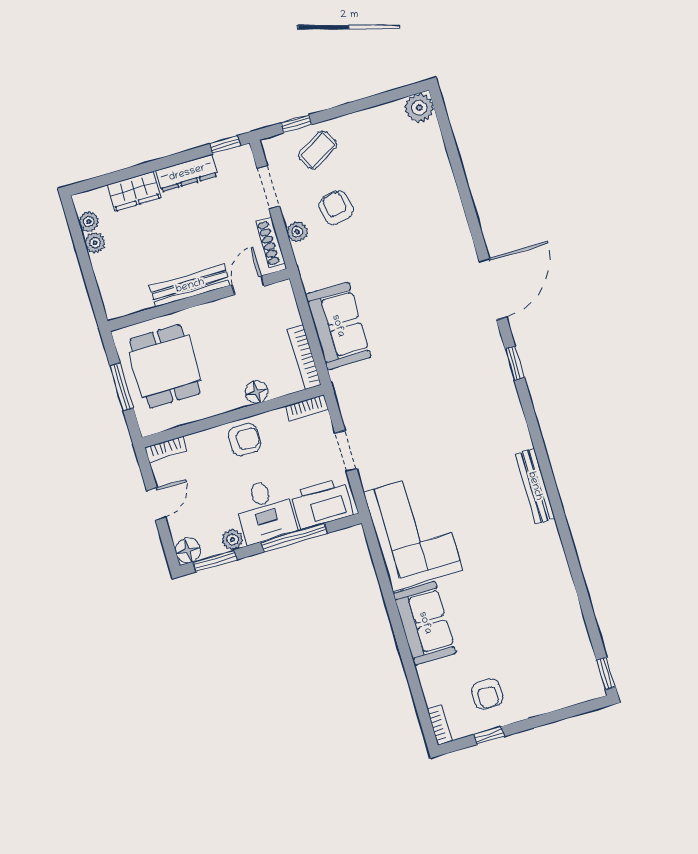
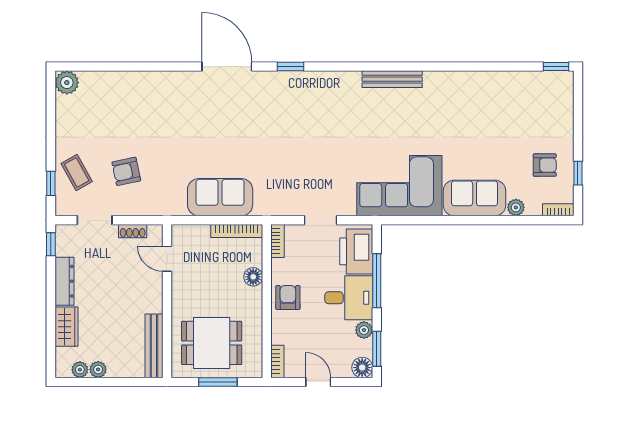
plant: (297, 232) -> (516, 207), moved
shoe rack: (271, 243) -> (133, 231), width x0.70
bench: (190, 286) -> (154, 346), moved

